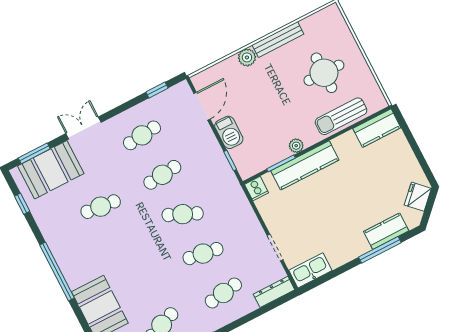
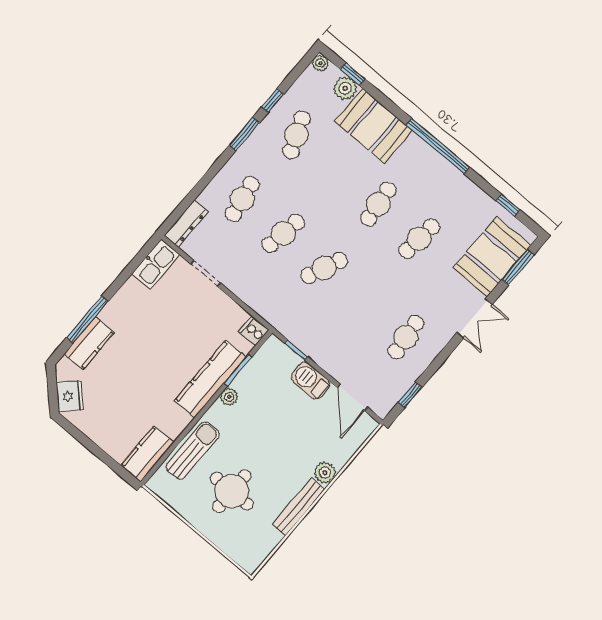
cafe table: (162, 175) -> (378, 204), moved

